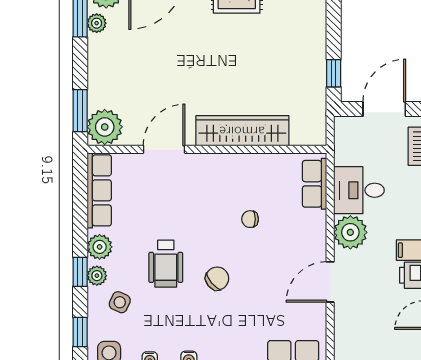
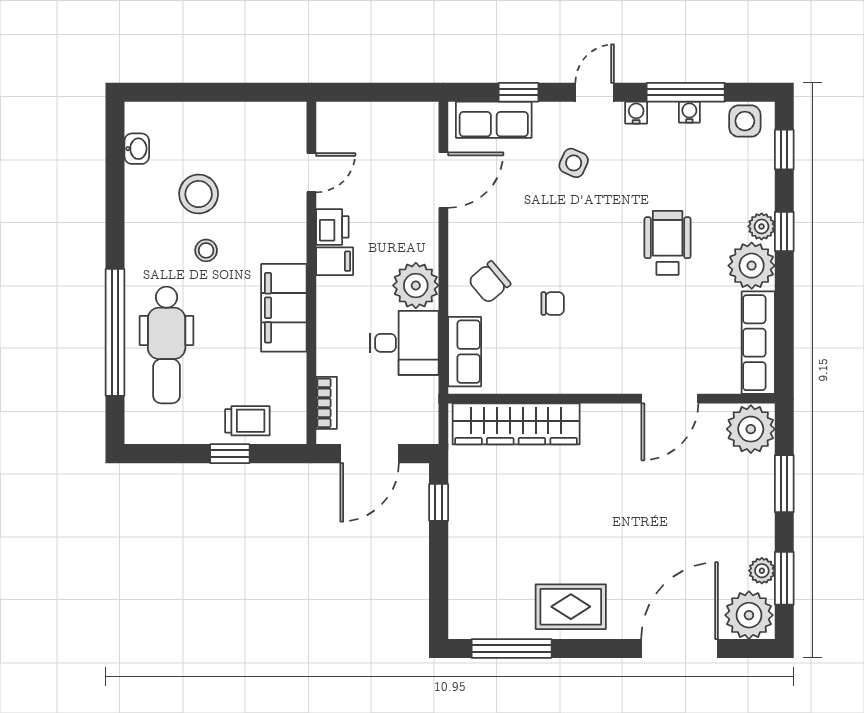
window: (80, 111) -> (784, 484), moved
wardrobe: (242, 131) -> (516, 424), moved
plant: (100, 247) -> (752, 266), width x1.36, depth x1.36
chair: (217, 278) -> (489, 282), moved
door: (330, 282) -> (443, 180), moved
side table: (120, 302) -> (574, 163), moved

